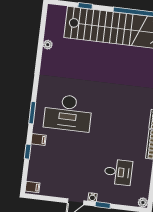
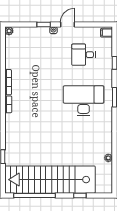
filing cabinet: (39, 140) -> (106, 75), removed
desk: (118, 172) -> (84, 55), moved

